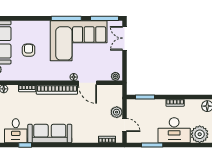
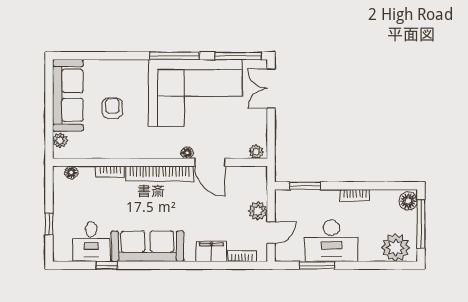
door: (124, 125) -> (271, 232), hinge flipped
desk: (174, 130) -> (331, 241), moved
filing cabinet: (88, 137) -> (212, 252), added

